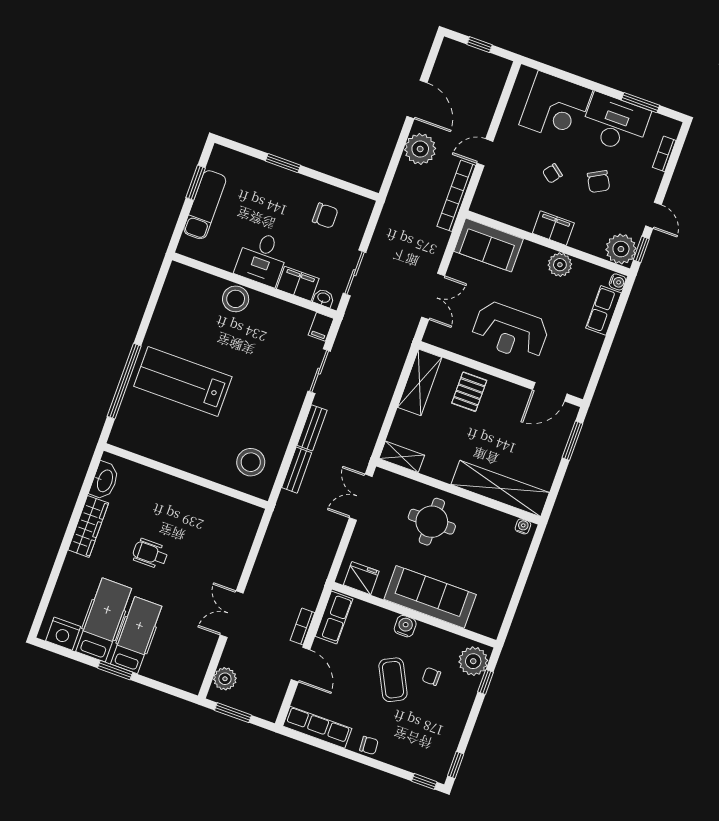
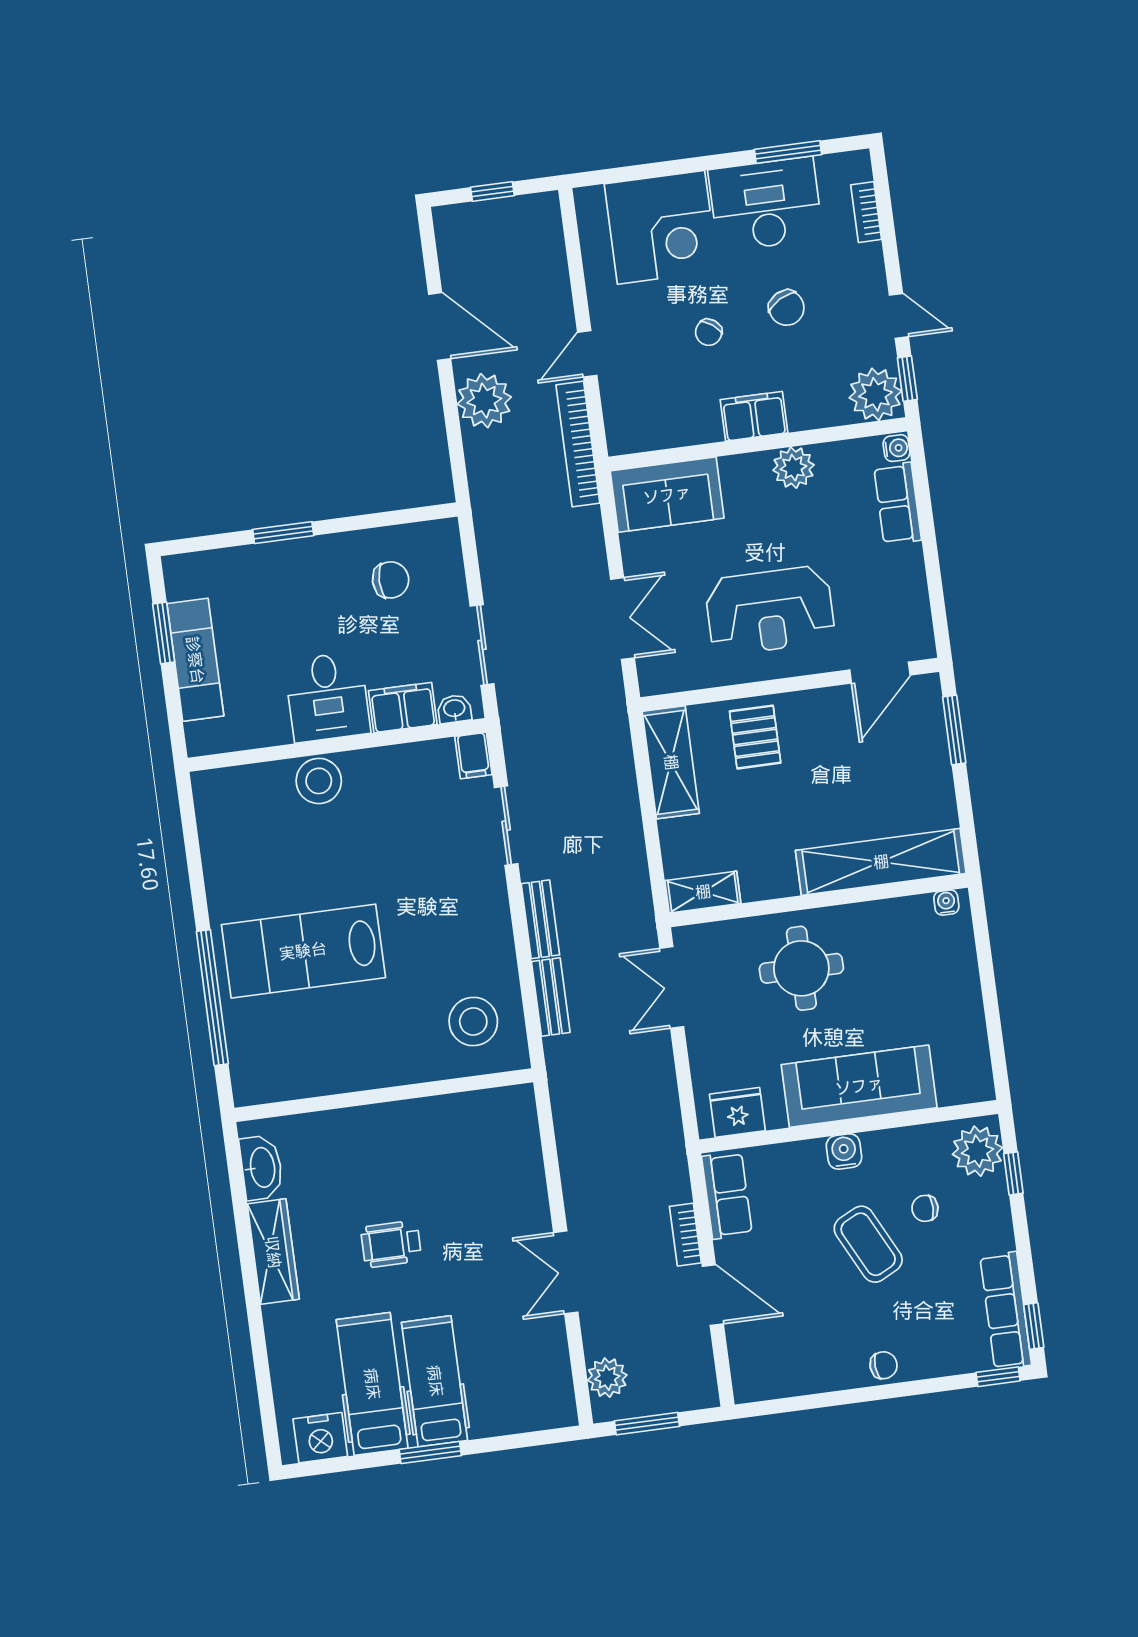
row of seats: (317, 727) -> (1006, 1311), moved, turned -90

